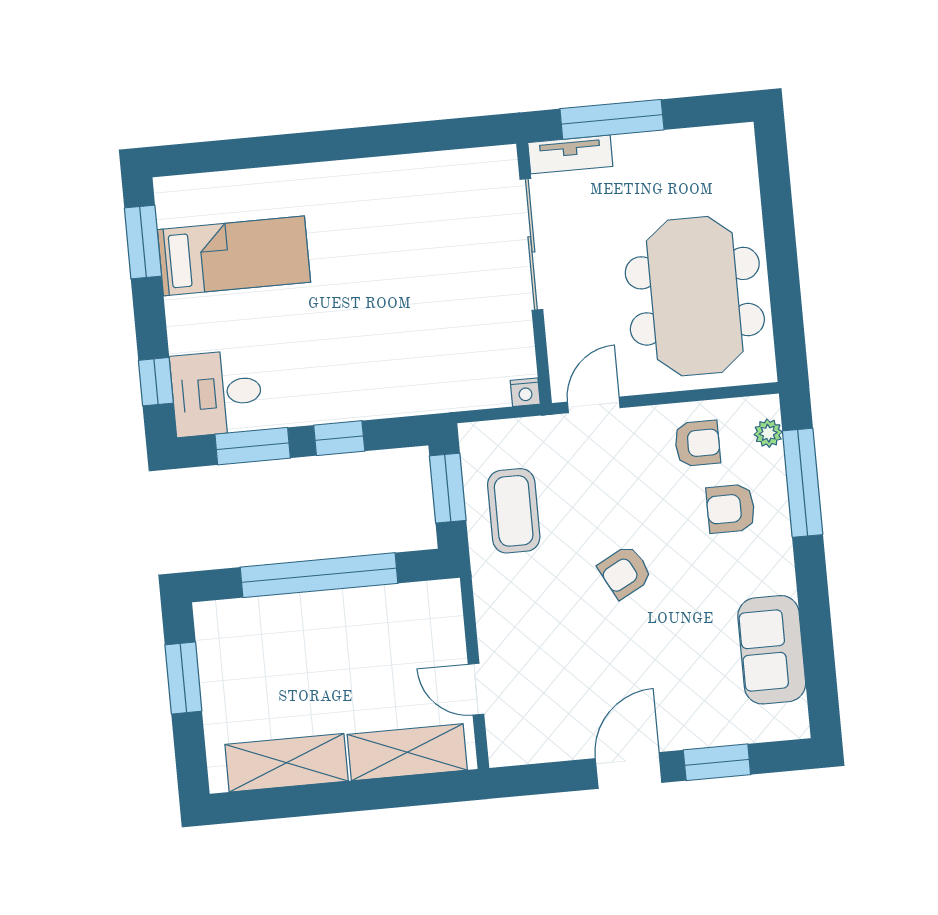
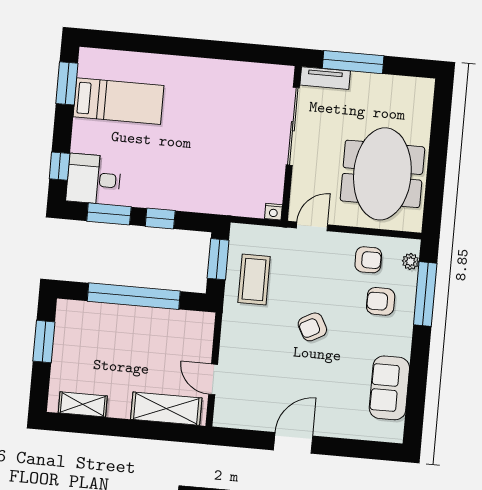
window: (717, 762) -> (346, 448), removed
shelving: (287, 763) -> (83, 404), width x0.67, depth x0.75

